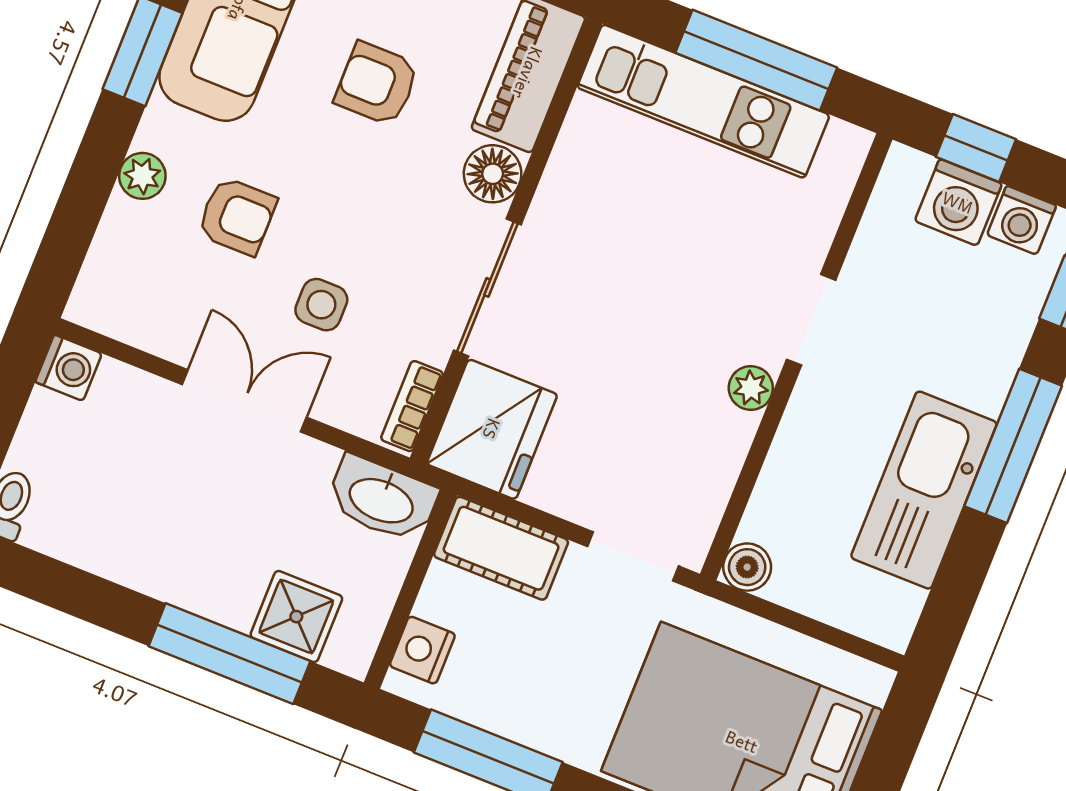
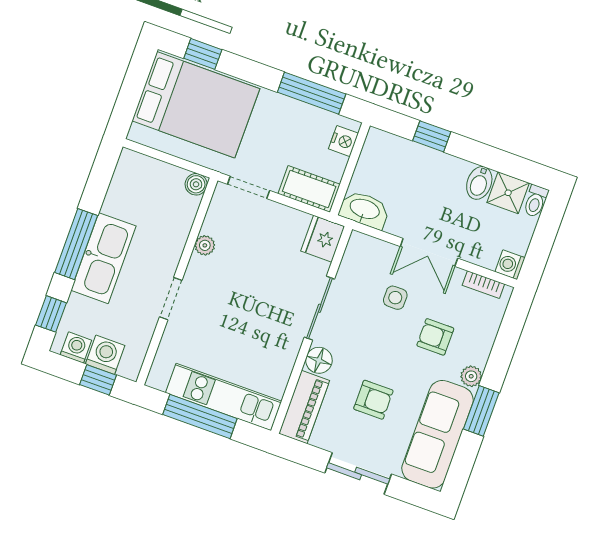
plant: (142, 176) -> (471, 376), moved
plant: (751, 388) -> (205, 245), moved
bookcase: (412, 406) -> (483, 285), moved, turned 90
fridge: (492, 429) -> (323, 239), width x0.73, depth x0.75
kitchen sink: (924, 490) -> (103, 258), moved
bidet: (129, 549) -> (479, 183), added
shower: (296, 617) -> (508, 193), moved
window: (229, 654) -> (432, 136), width x0.46

